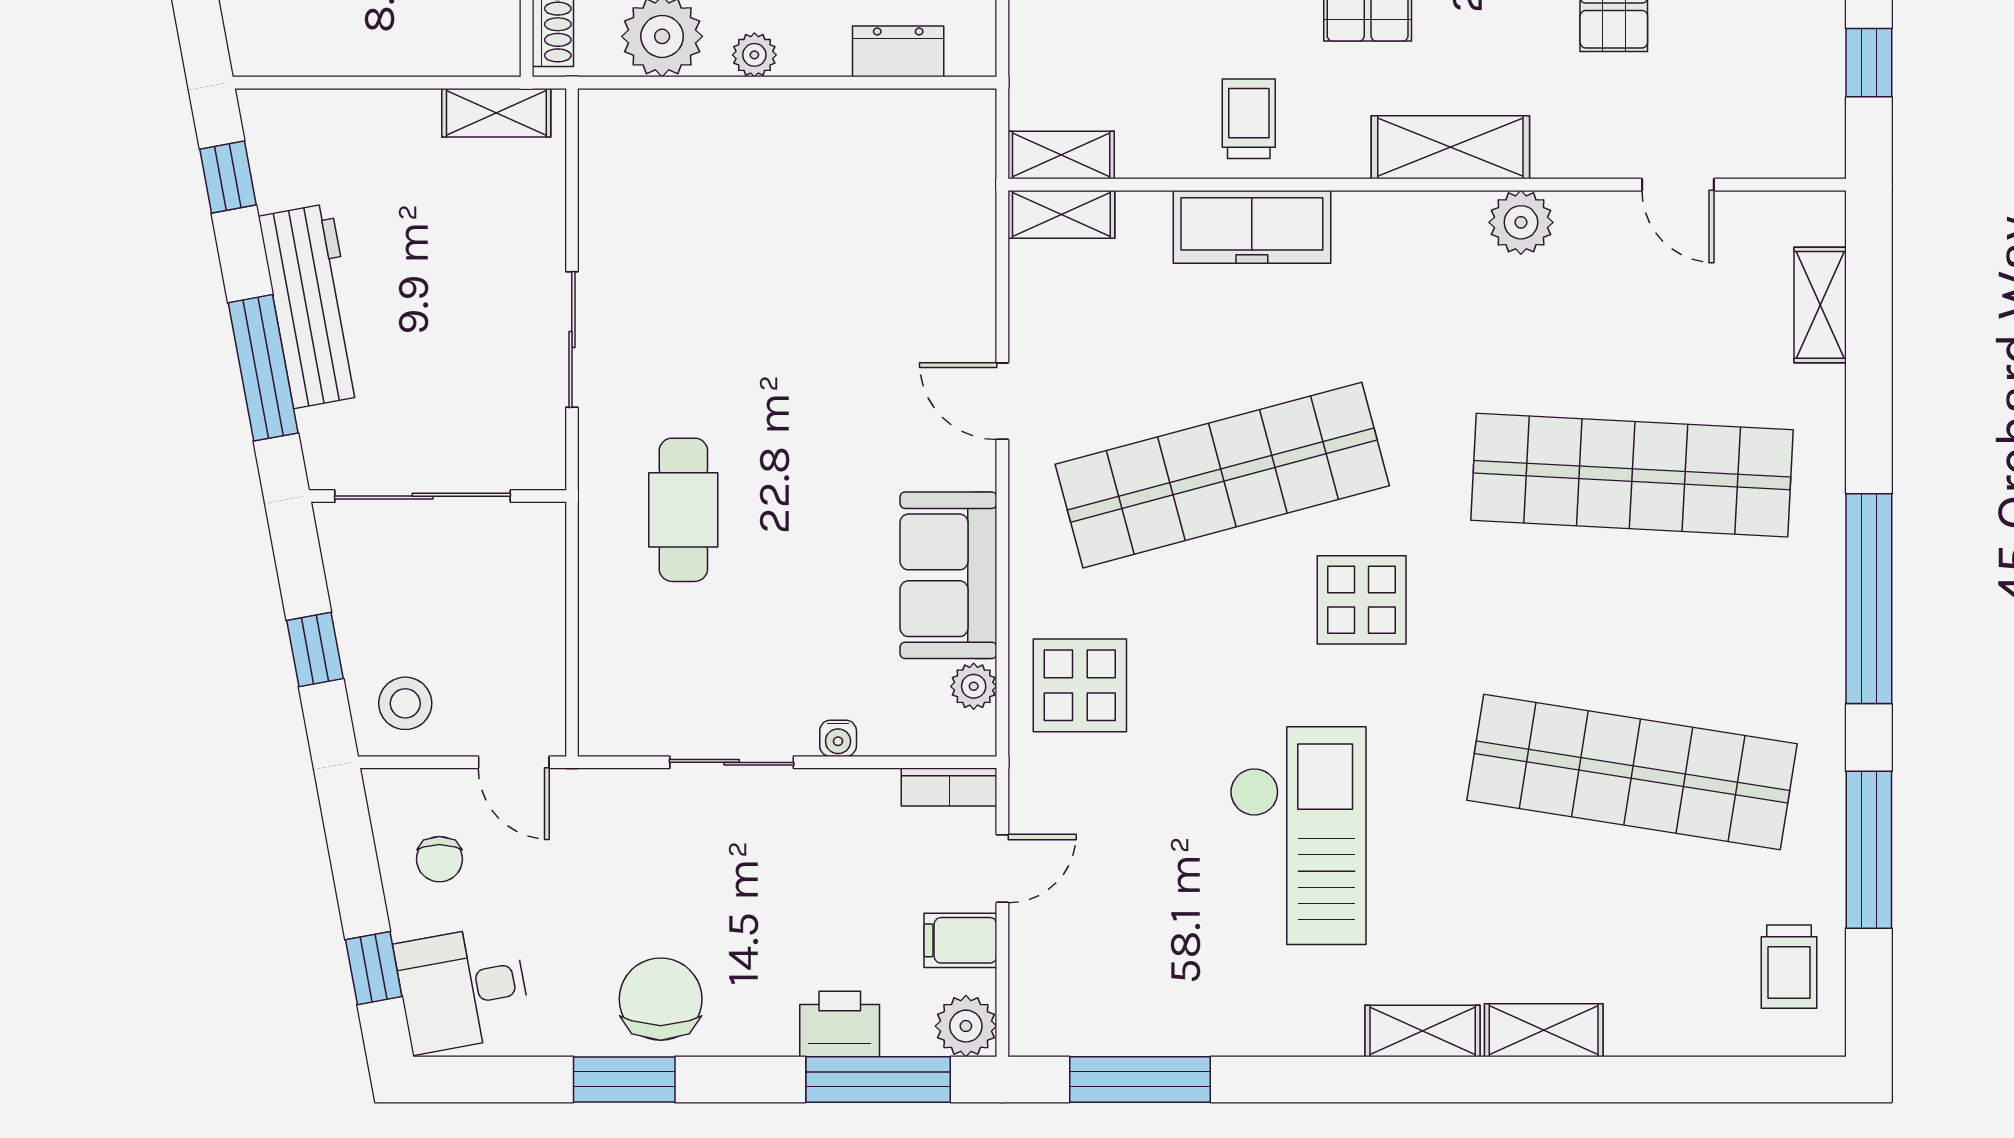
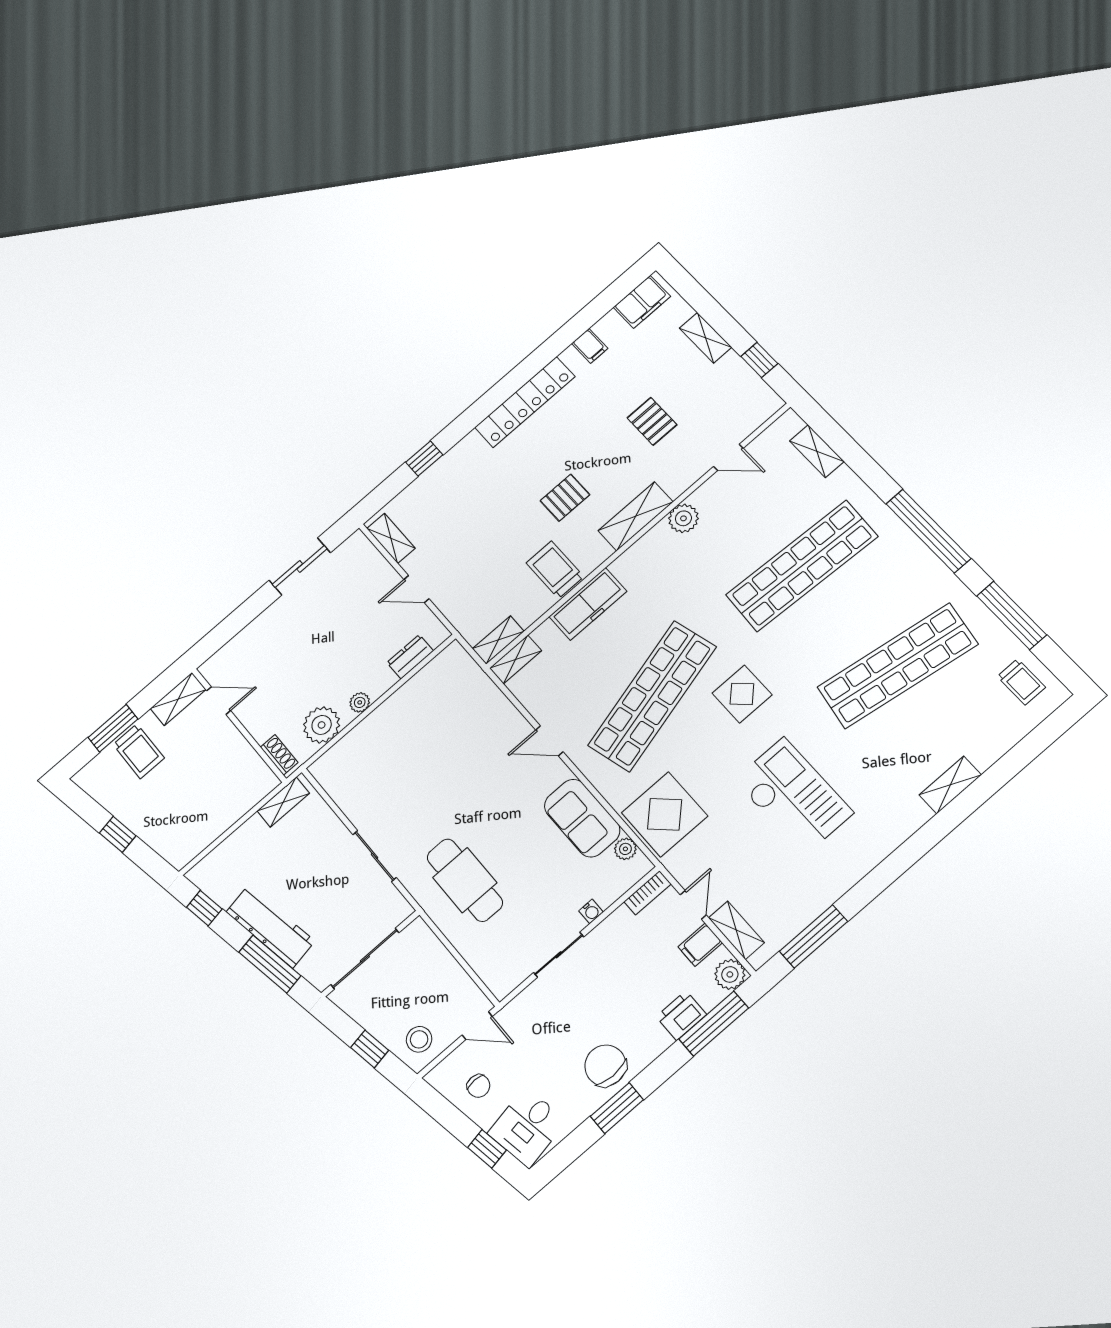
trolley: (1249, 119) -> (555, 570), width x1.36, depth x1.39
cafe table: (683, 510) -> (465, 880), width x1.37, depth x1.35
display table: (1080, 685) -> (665, 814), width x1.36, depth x1.36
shelving: (1423, 1031) -> (736, 930), moved, turned 90

